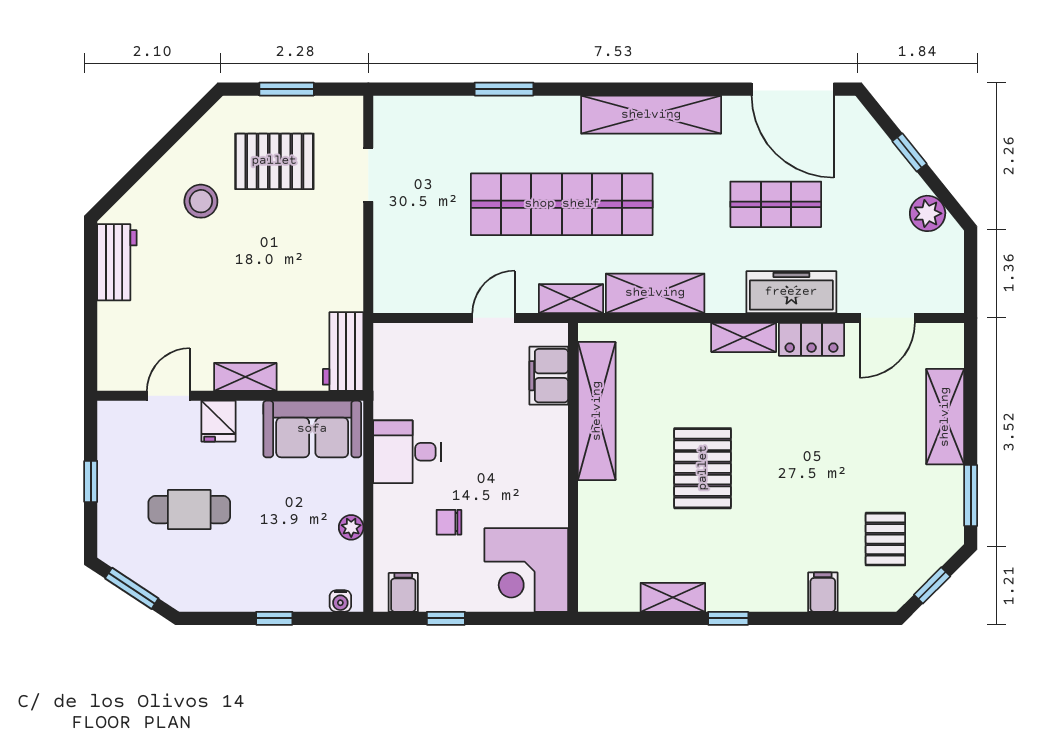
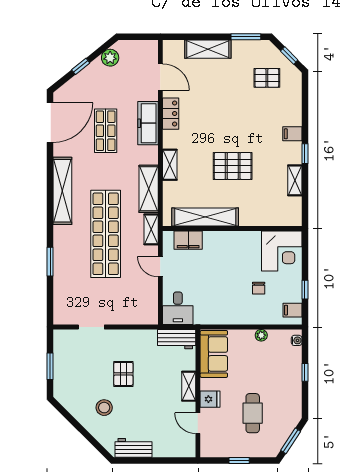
pallet: (274, 161) -> (123, 374), moved, width x0.67, depth x0.71
shelving: (744, 337) -> (170, 165), moved
desk: (407, 452) -> (178, 308), moved
filing cabinet: (823, 592) -> (292, 134), moved

